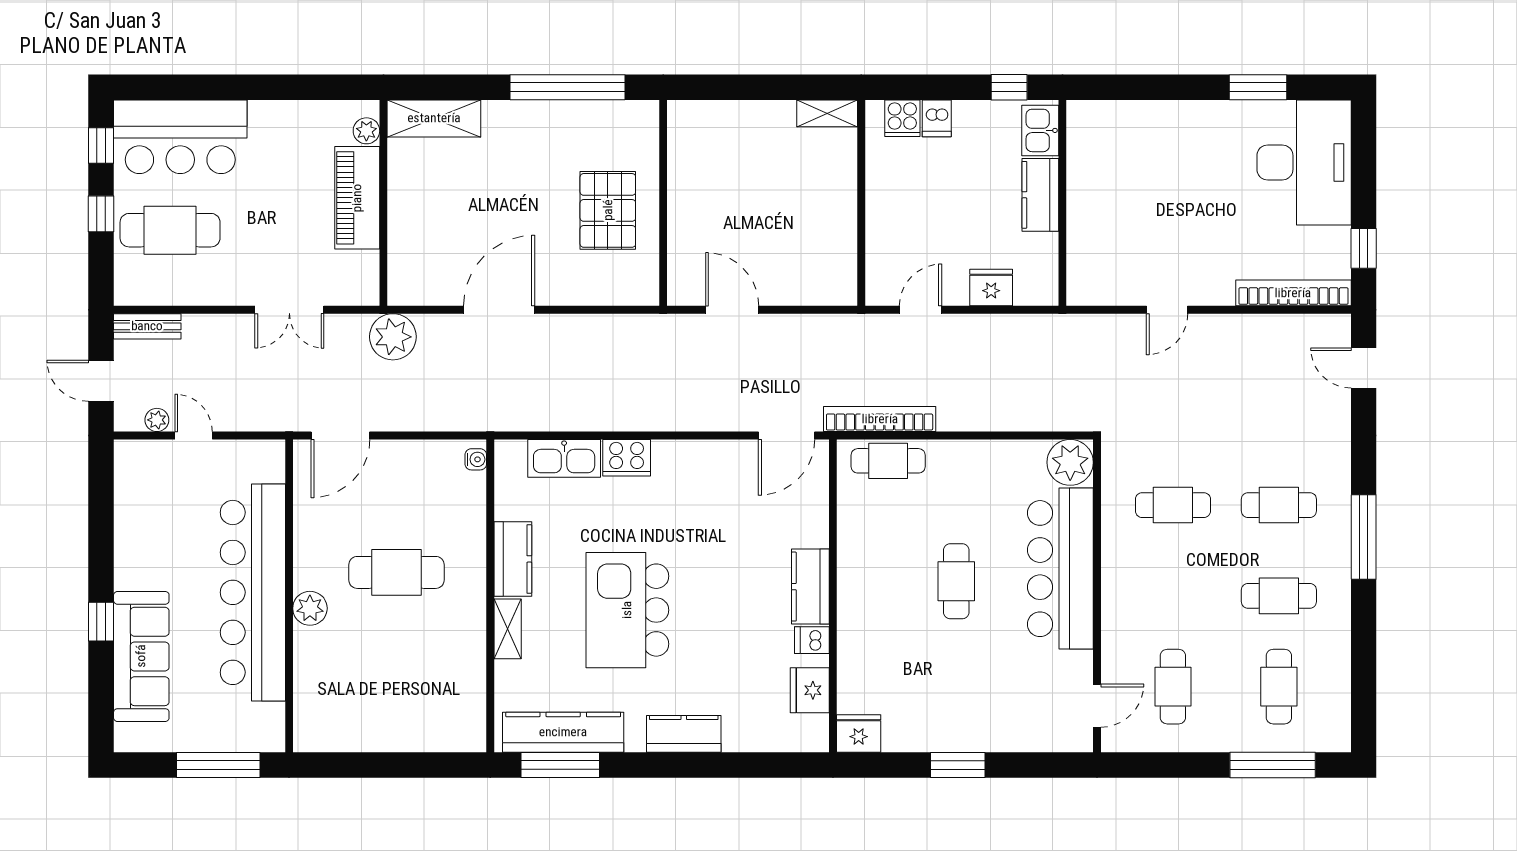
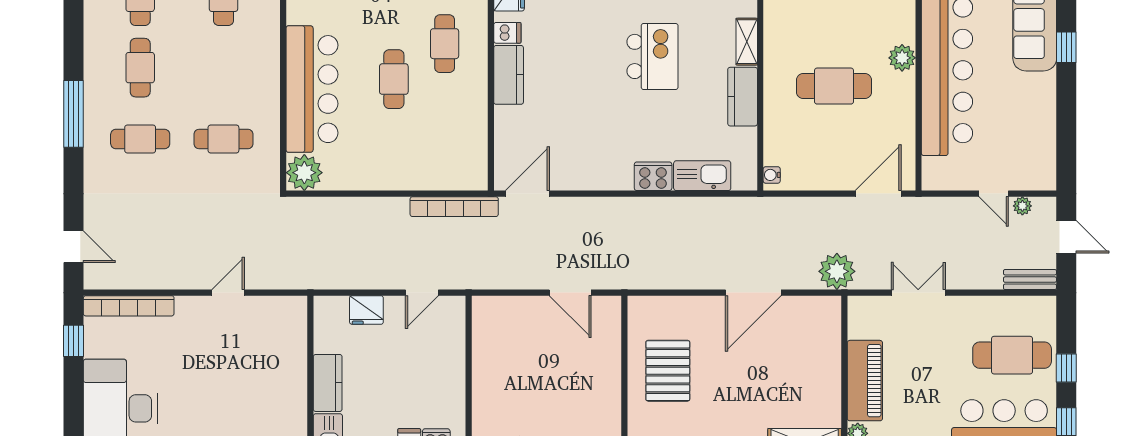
cafe table: (888, 461) -> (445, 44), moved, turned 90
cafe table: (1279, 596) -> (140, 68), turned 90
kitchen island: (627, 610) -> (652, 56), width x0.73, depth x0.78

